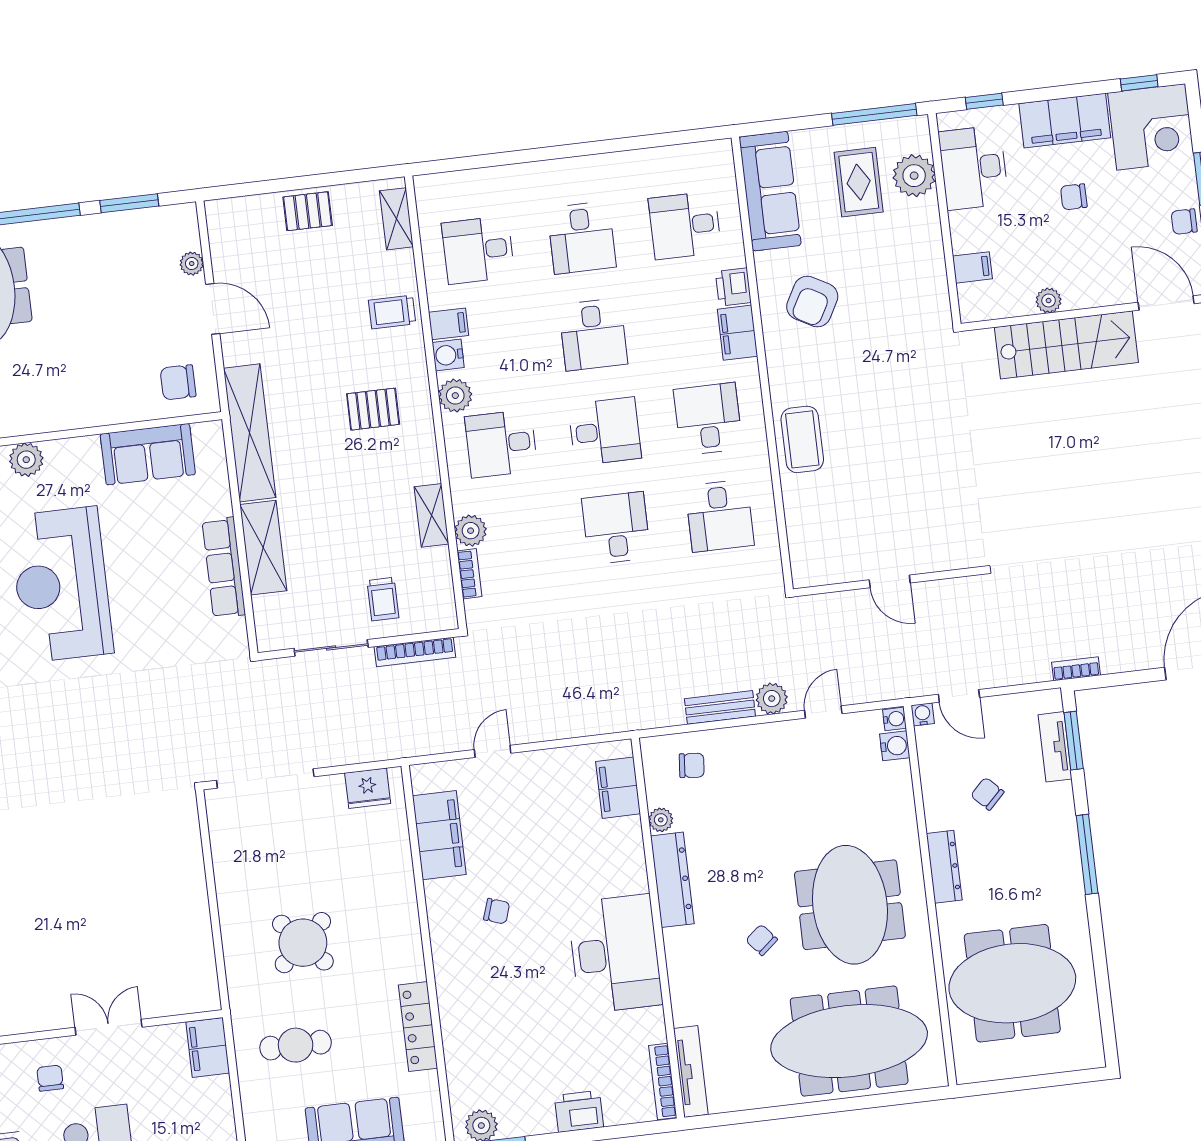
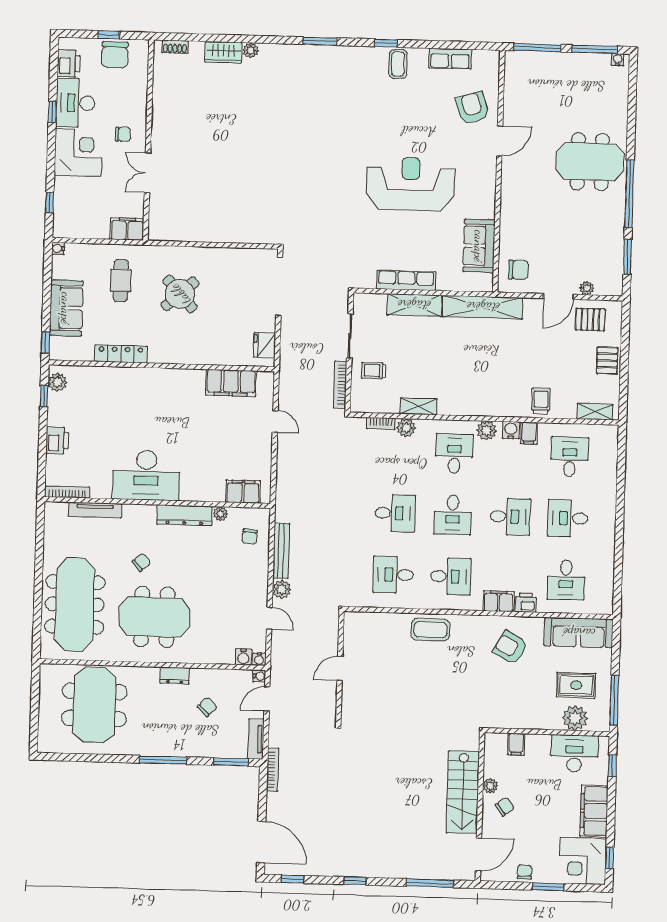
chair: (1074, 197) -> (505, 807), moved, turned 53
desk: (685, 225) -> (566, 580), turned 180
desk: (593, 334) -> (510, 517), turned 180
chair: (178, 382) -> (518, 270), turned 90
pallet: (373, 409) -> (590, 320), moved, turned 90
plant: (26, 460) -> (487, 174), removed
bookcase: (1076, 669) -> (273, 770), width x1.56
bench: (720, 707) -> (281, 551), width x1.36
tv unit: (1055, 747) -> (256, 739), moved, turned -90
dresser: (944, 867) -> (175, 675), width x0.70
chair: (497, 911) -> (181, 410), removed
double door: (109, 1027) -> (147, 173), swing flipped
tv unit: (691, 1072) -> (95, 510), moved

